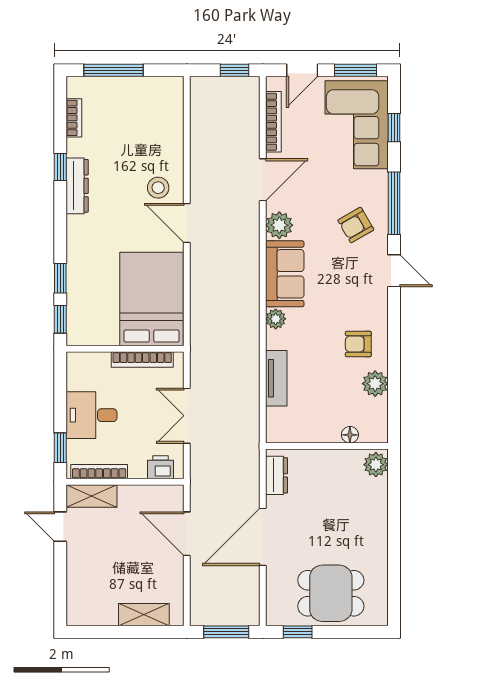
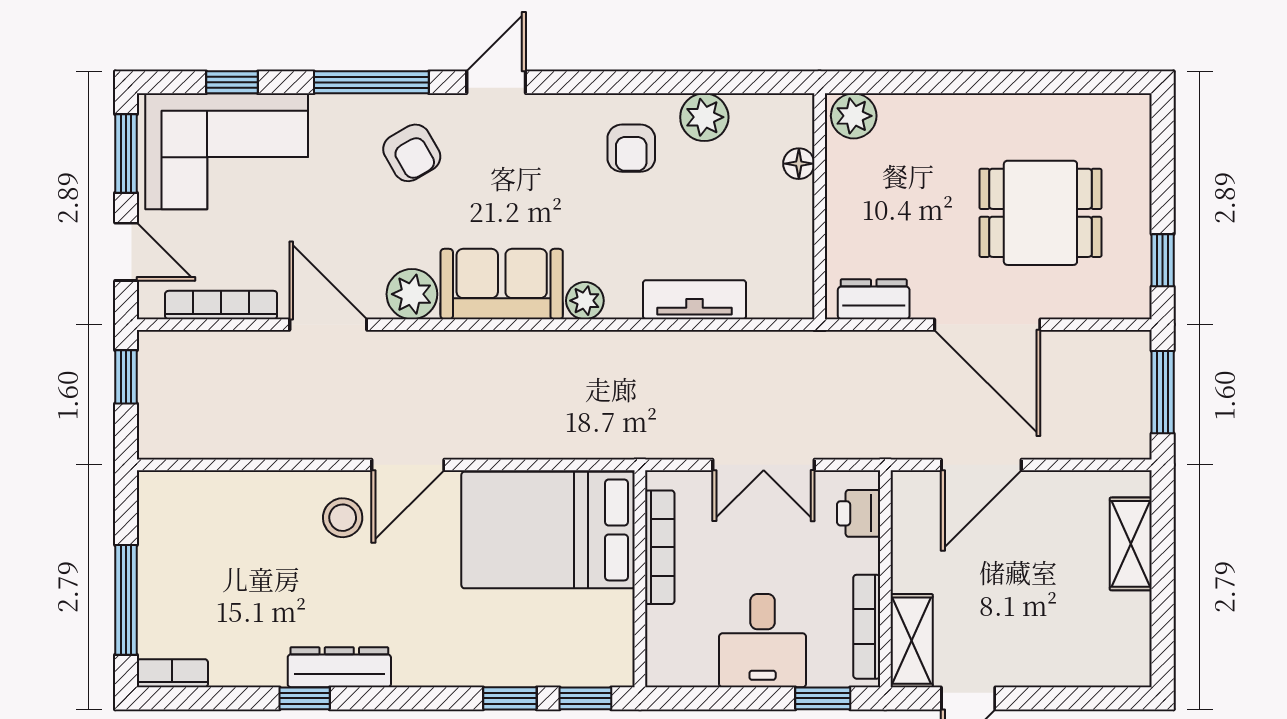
bookcase: (74, 118) -> (172, 673), moved
dining table: (331, 593) -> (1040, 213), moved, turned 90

